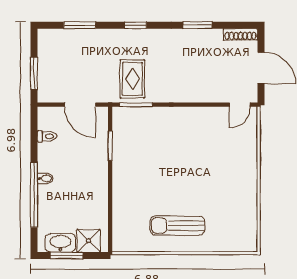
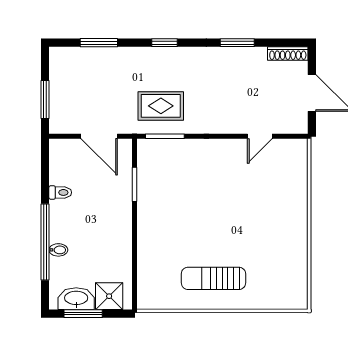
rug: (132, 79) -> (161, 106), turned 90
door: (240, 105) -> (260, 136), moved
toilet: (47, 136) -> (60, 192), moved
bidet: (45, 178) -> (58, 250), moved

